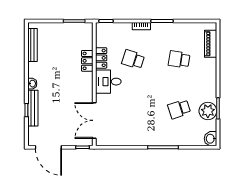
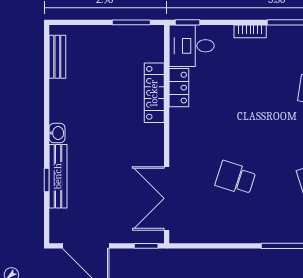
bench: (32, 45) -> (57, 57), width x0.73
school desk: (133, 59) -> (236, 178), moved
locker: (87, 61) -> (154, 93), width x1.53
desk: (108, 82) -> (192, 46), moved

